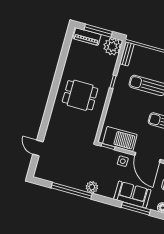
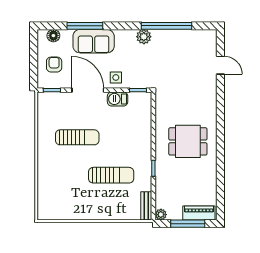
plant: (112, 47) -> (161, 215), width x0.53, depth x0.53
barbecue: (120, 139) -> (118, 99), width x0.53, depth x0.65

